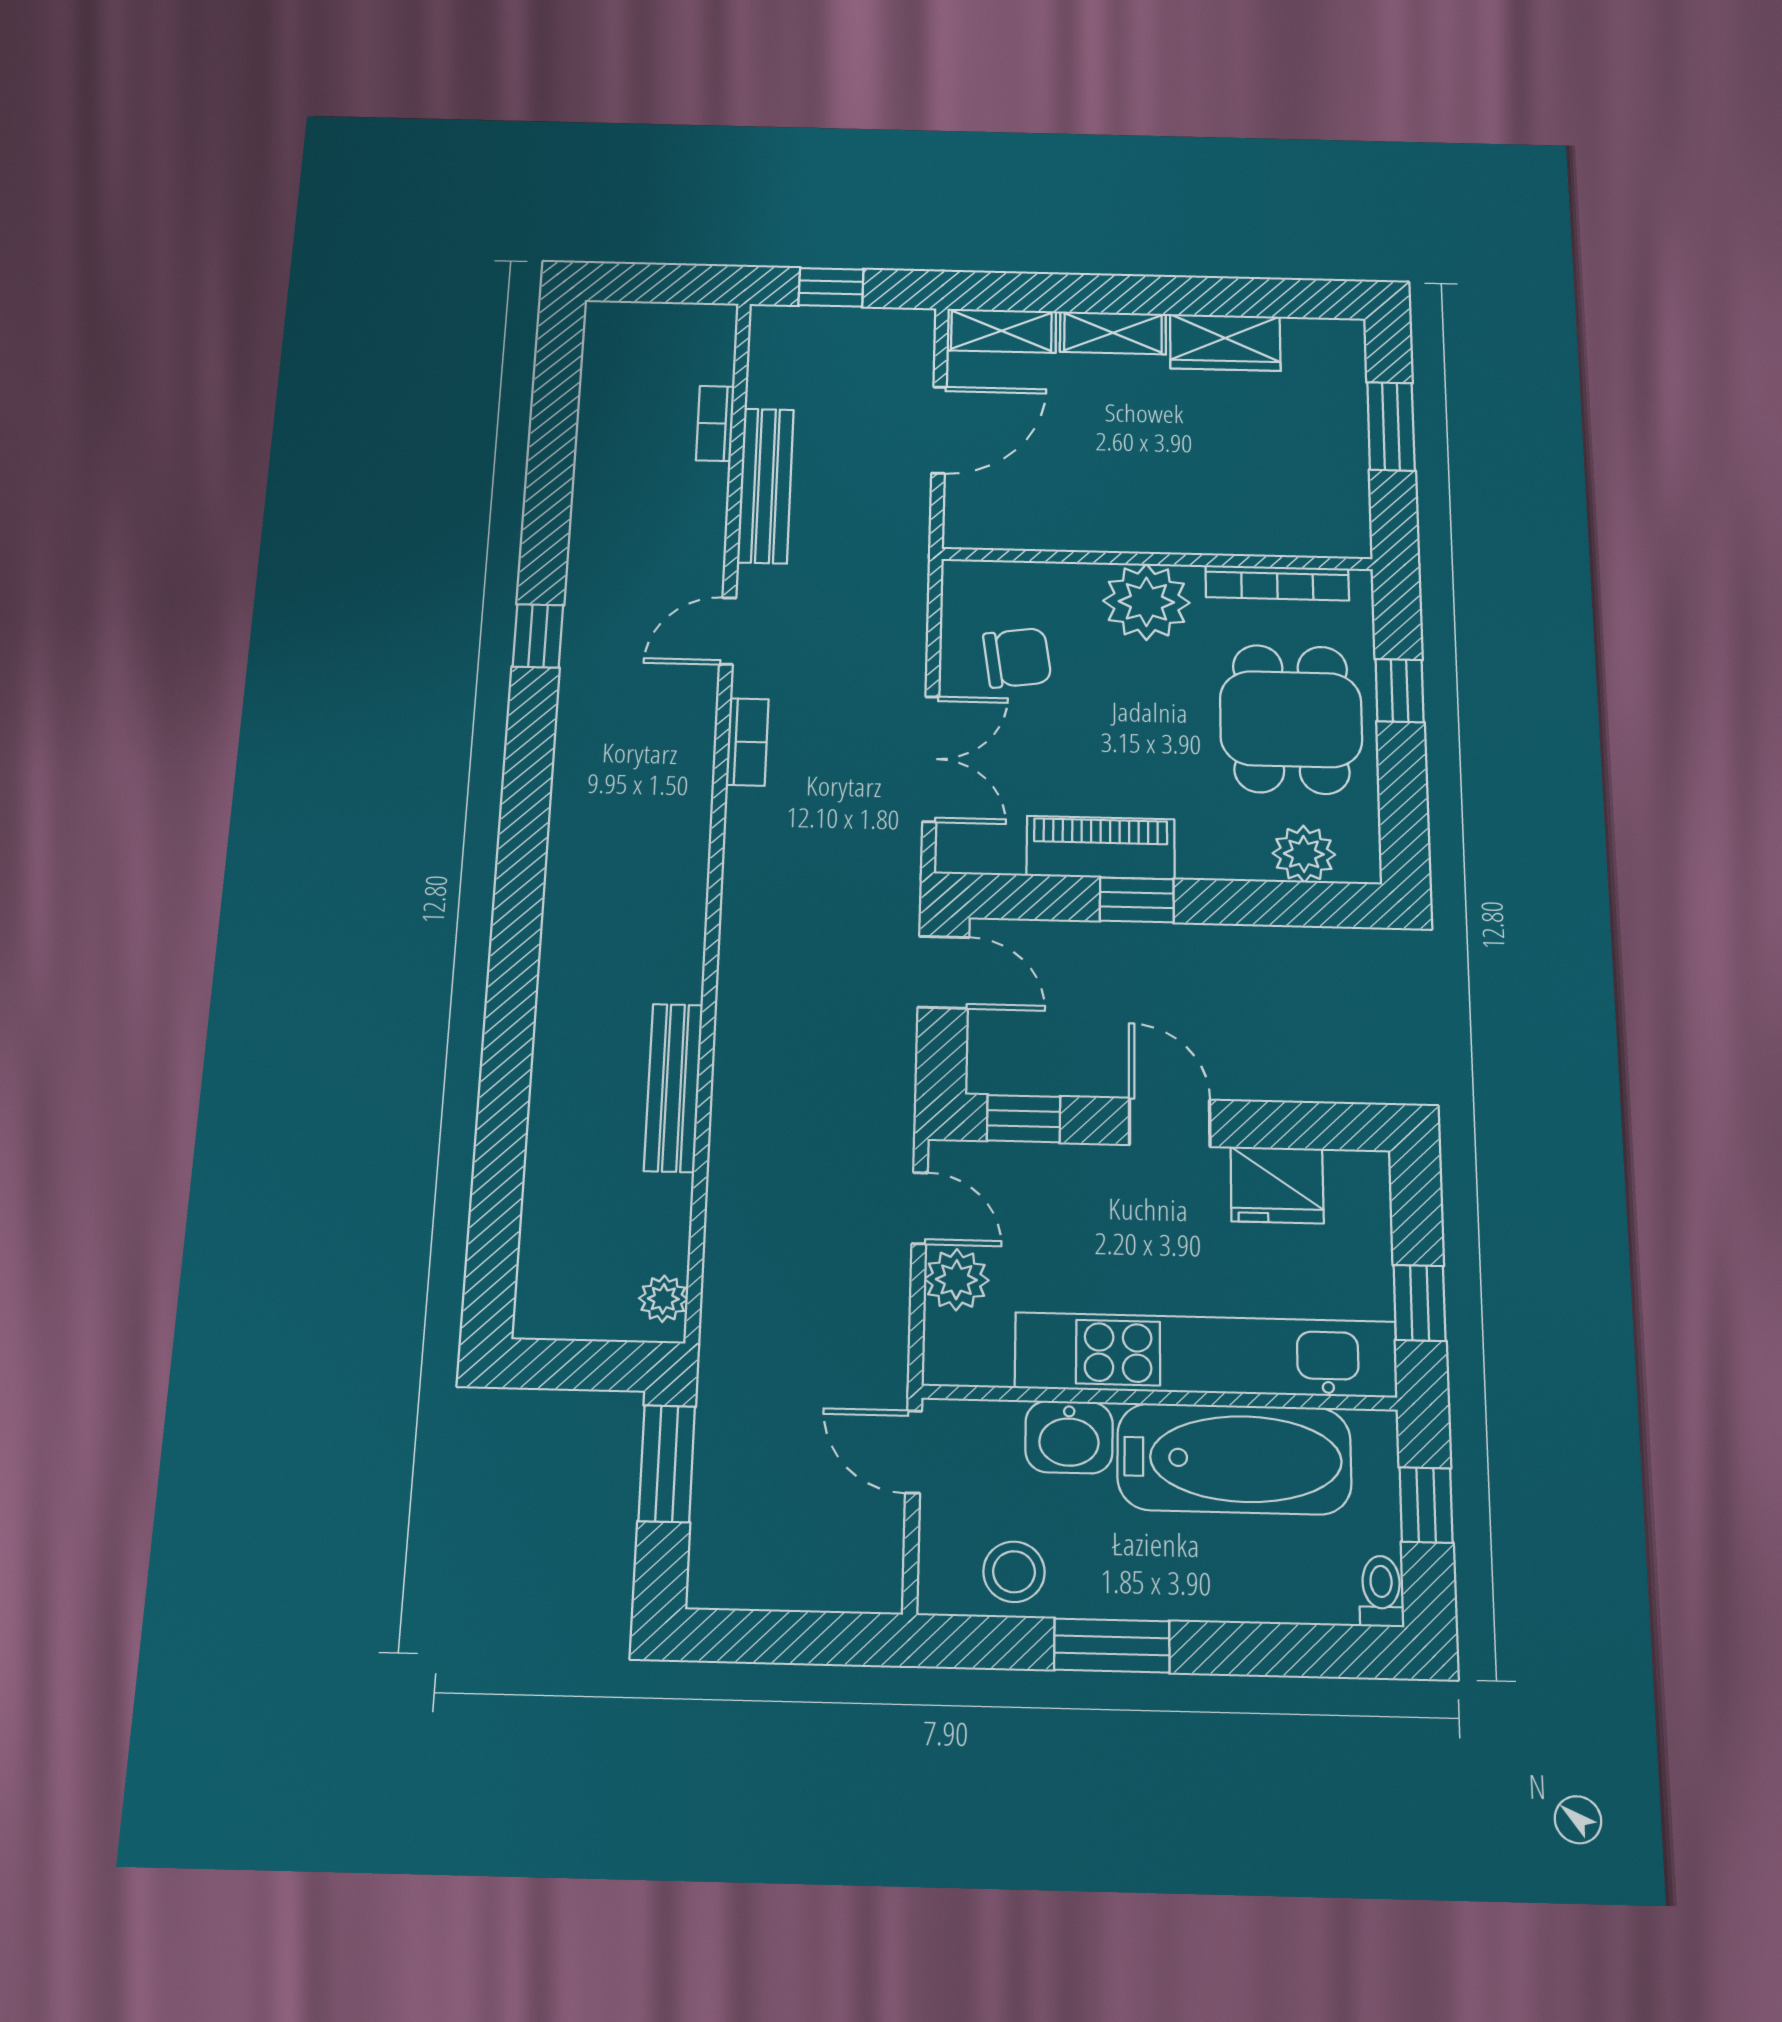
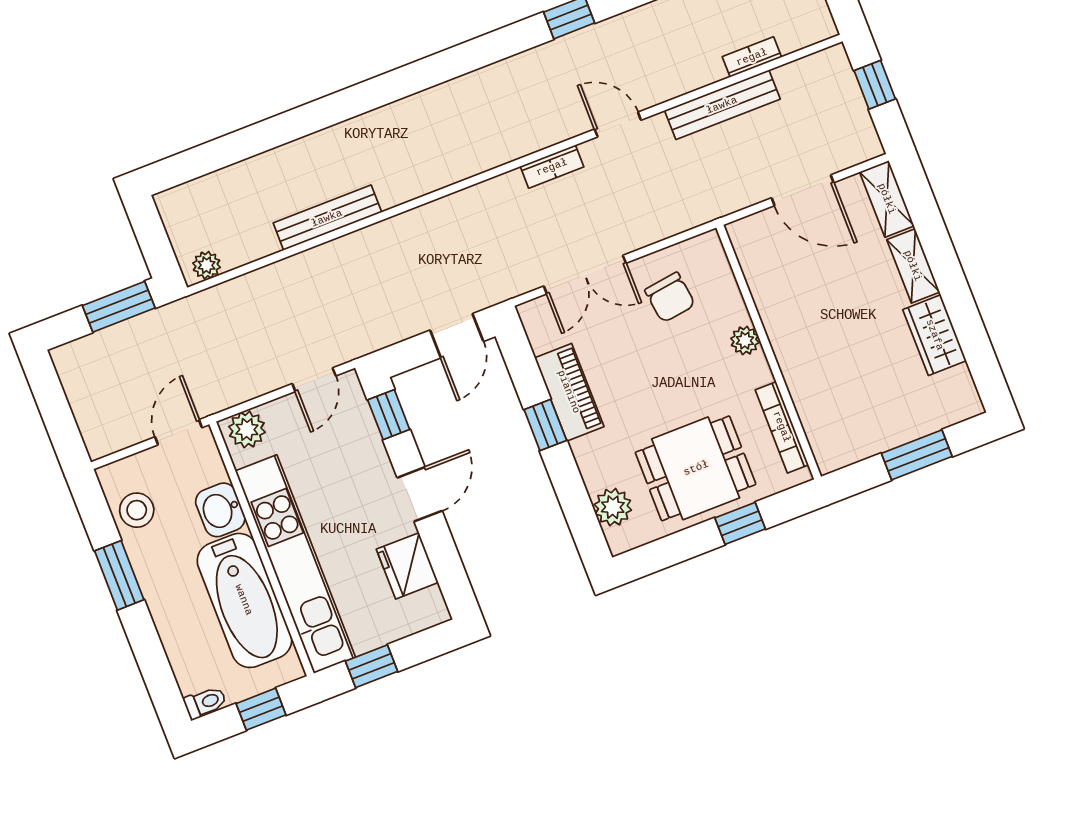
plant: (1146, 602) -> (745, 340), width x0.53, depth x0.53
plant: (956, 1280) -> (247, 429), moved

